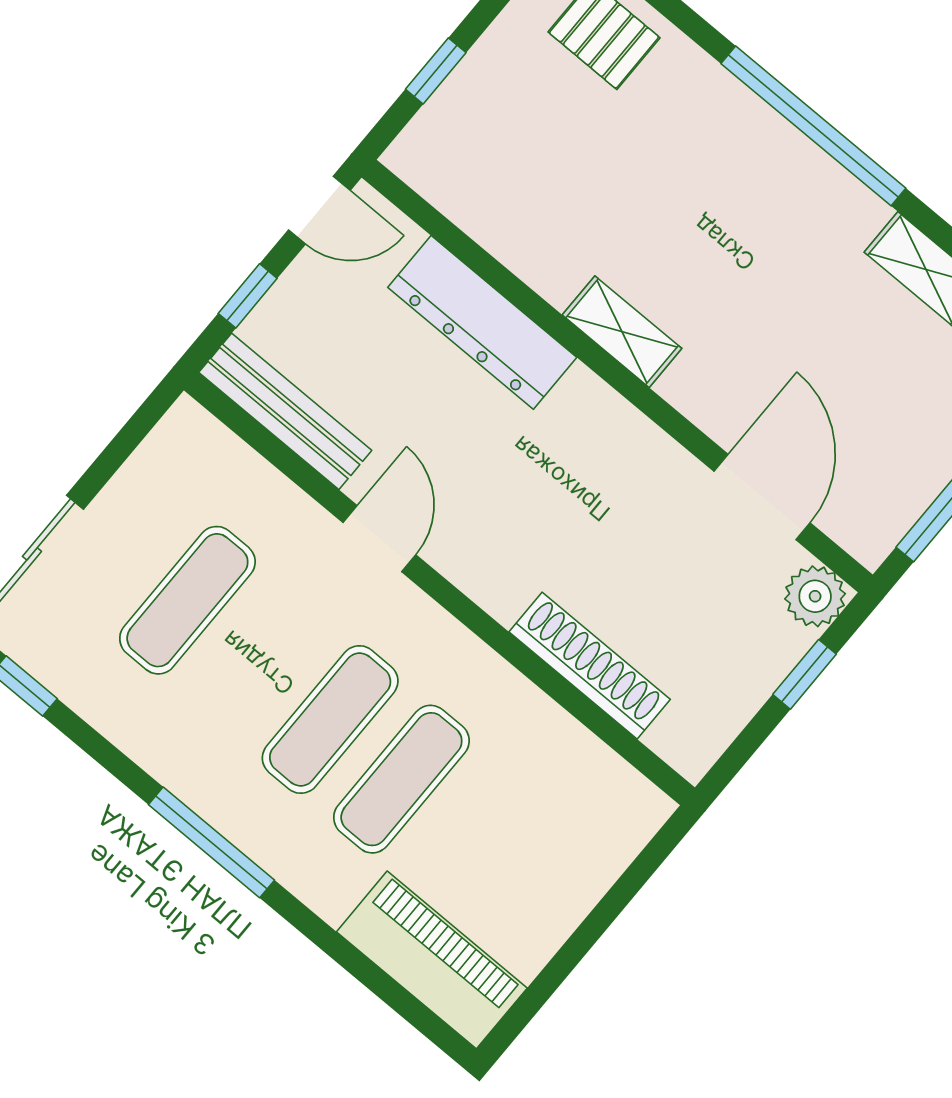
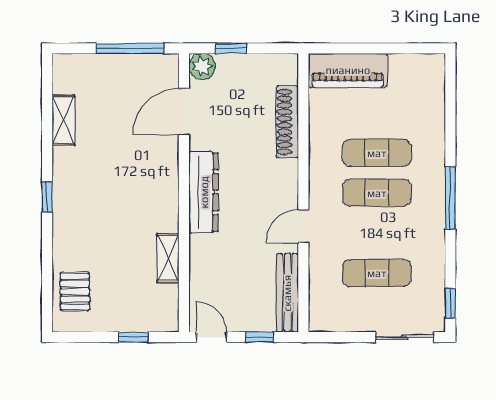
window: (813, 126) -> (47, 197), width x0.32
dresser: (482, 322) -> (204, 192), moved
shelving: (622, 332) -> (168, 258), moved
piano: (432, 960) -> (348, 70), moved, turned -90

